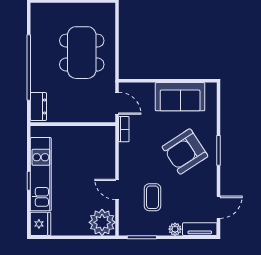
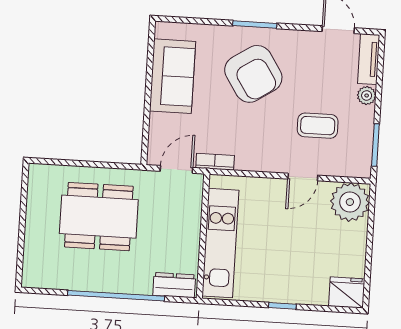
kitchen unit: (41, 174) -> (220, 243), moved, turned 90

